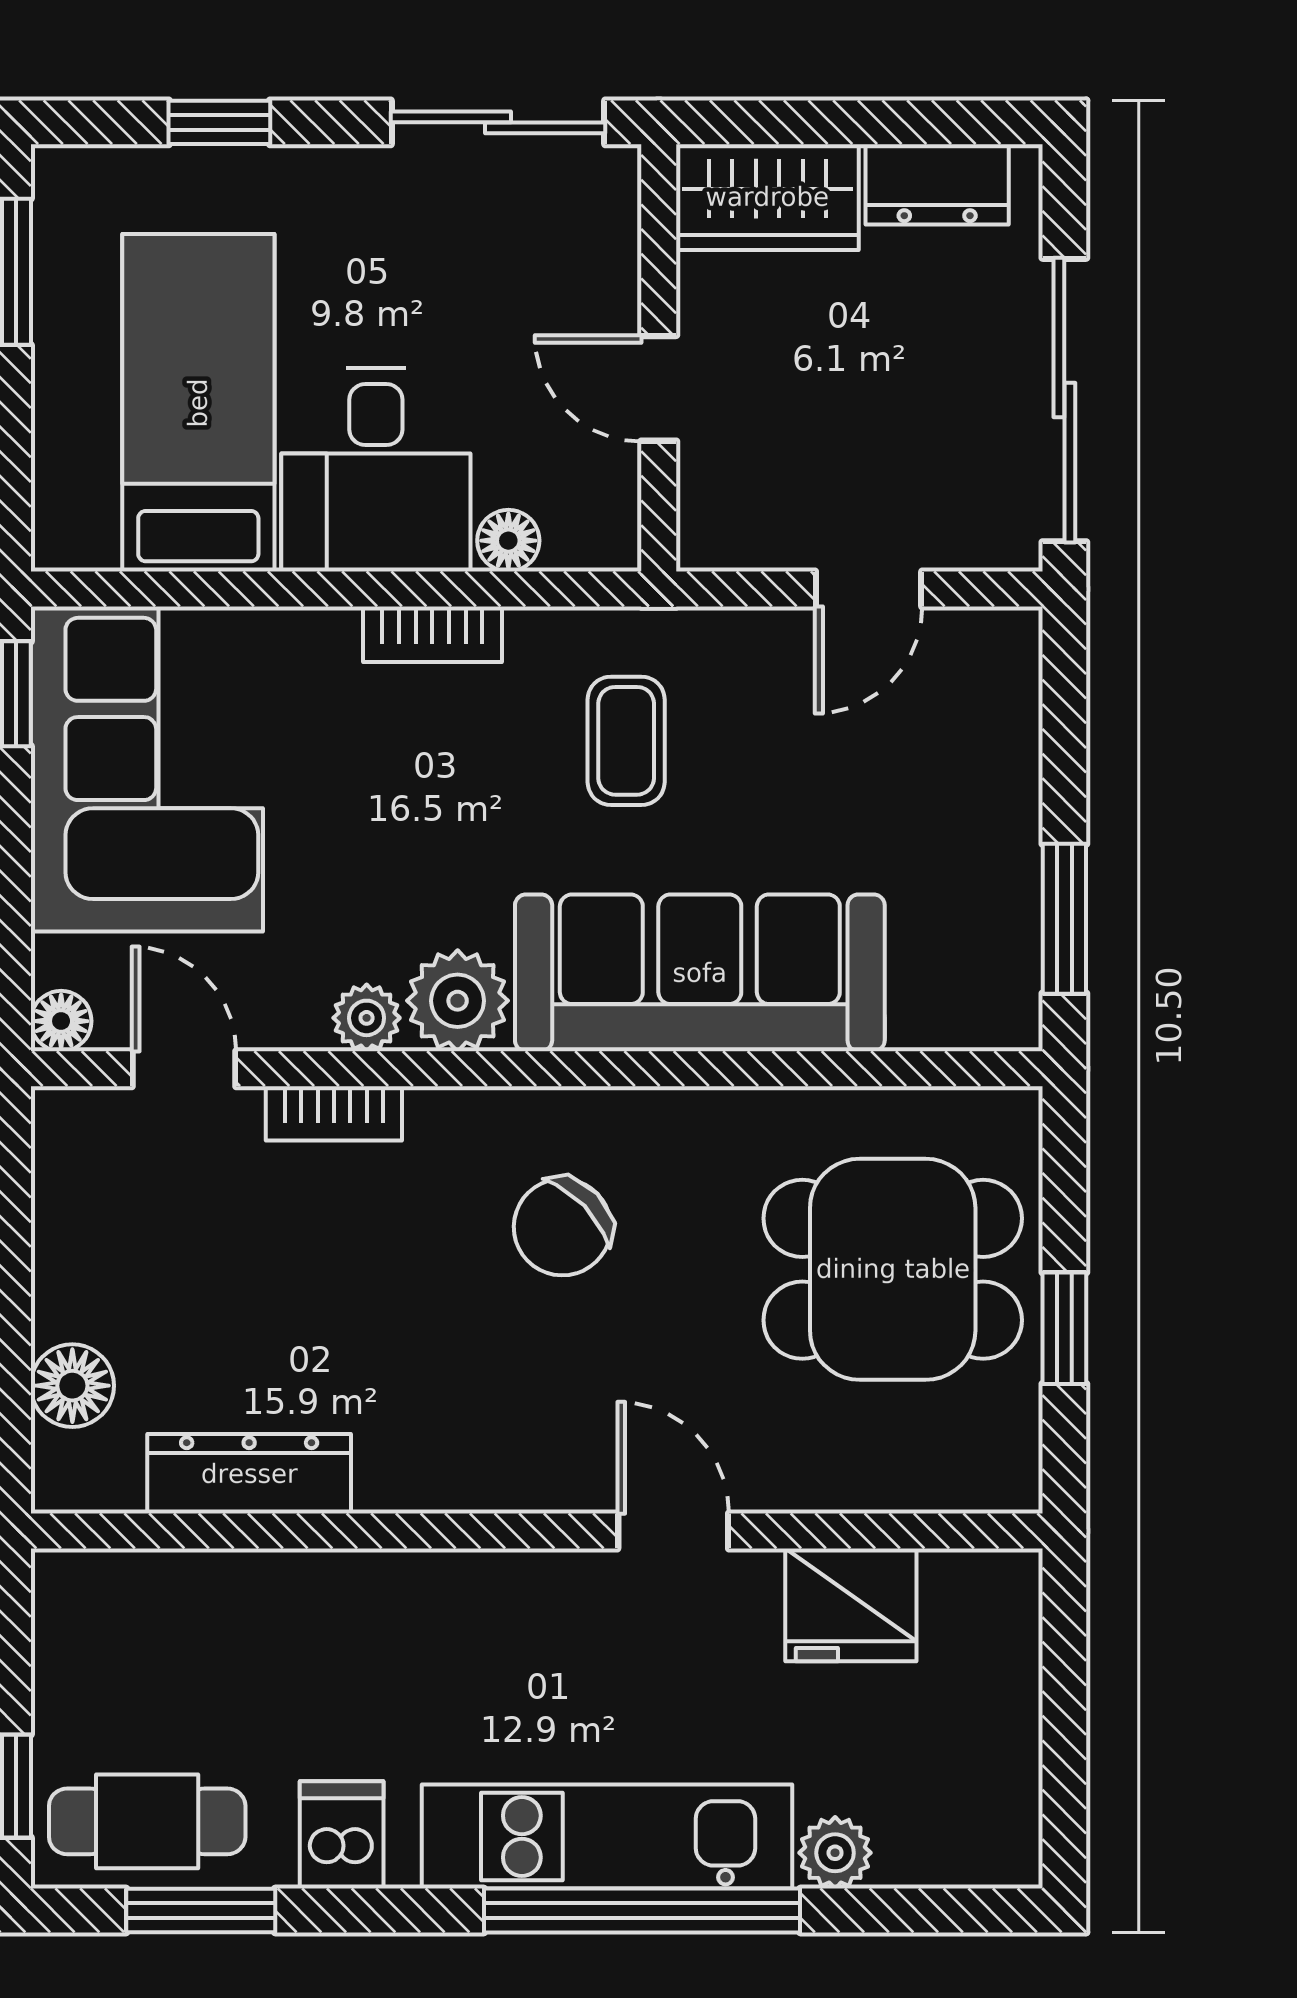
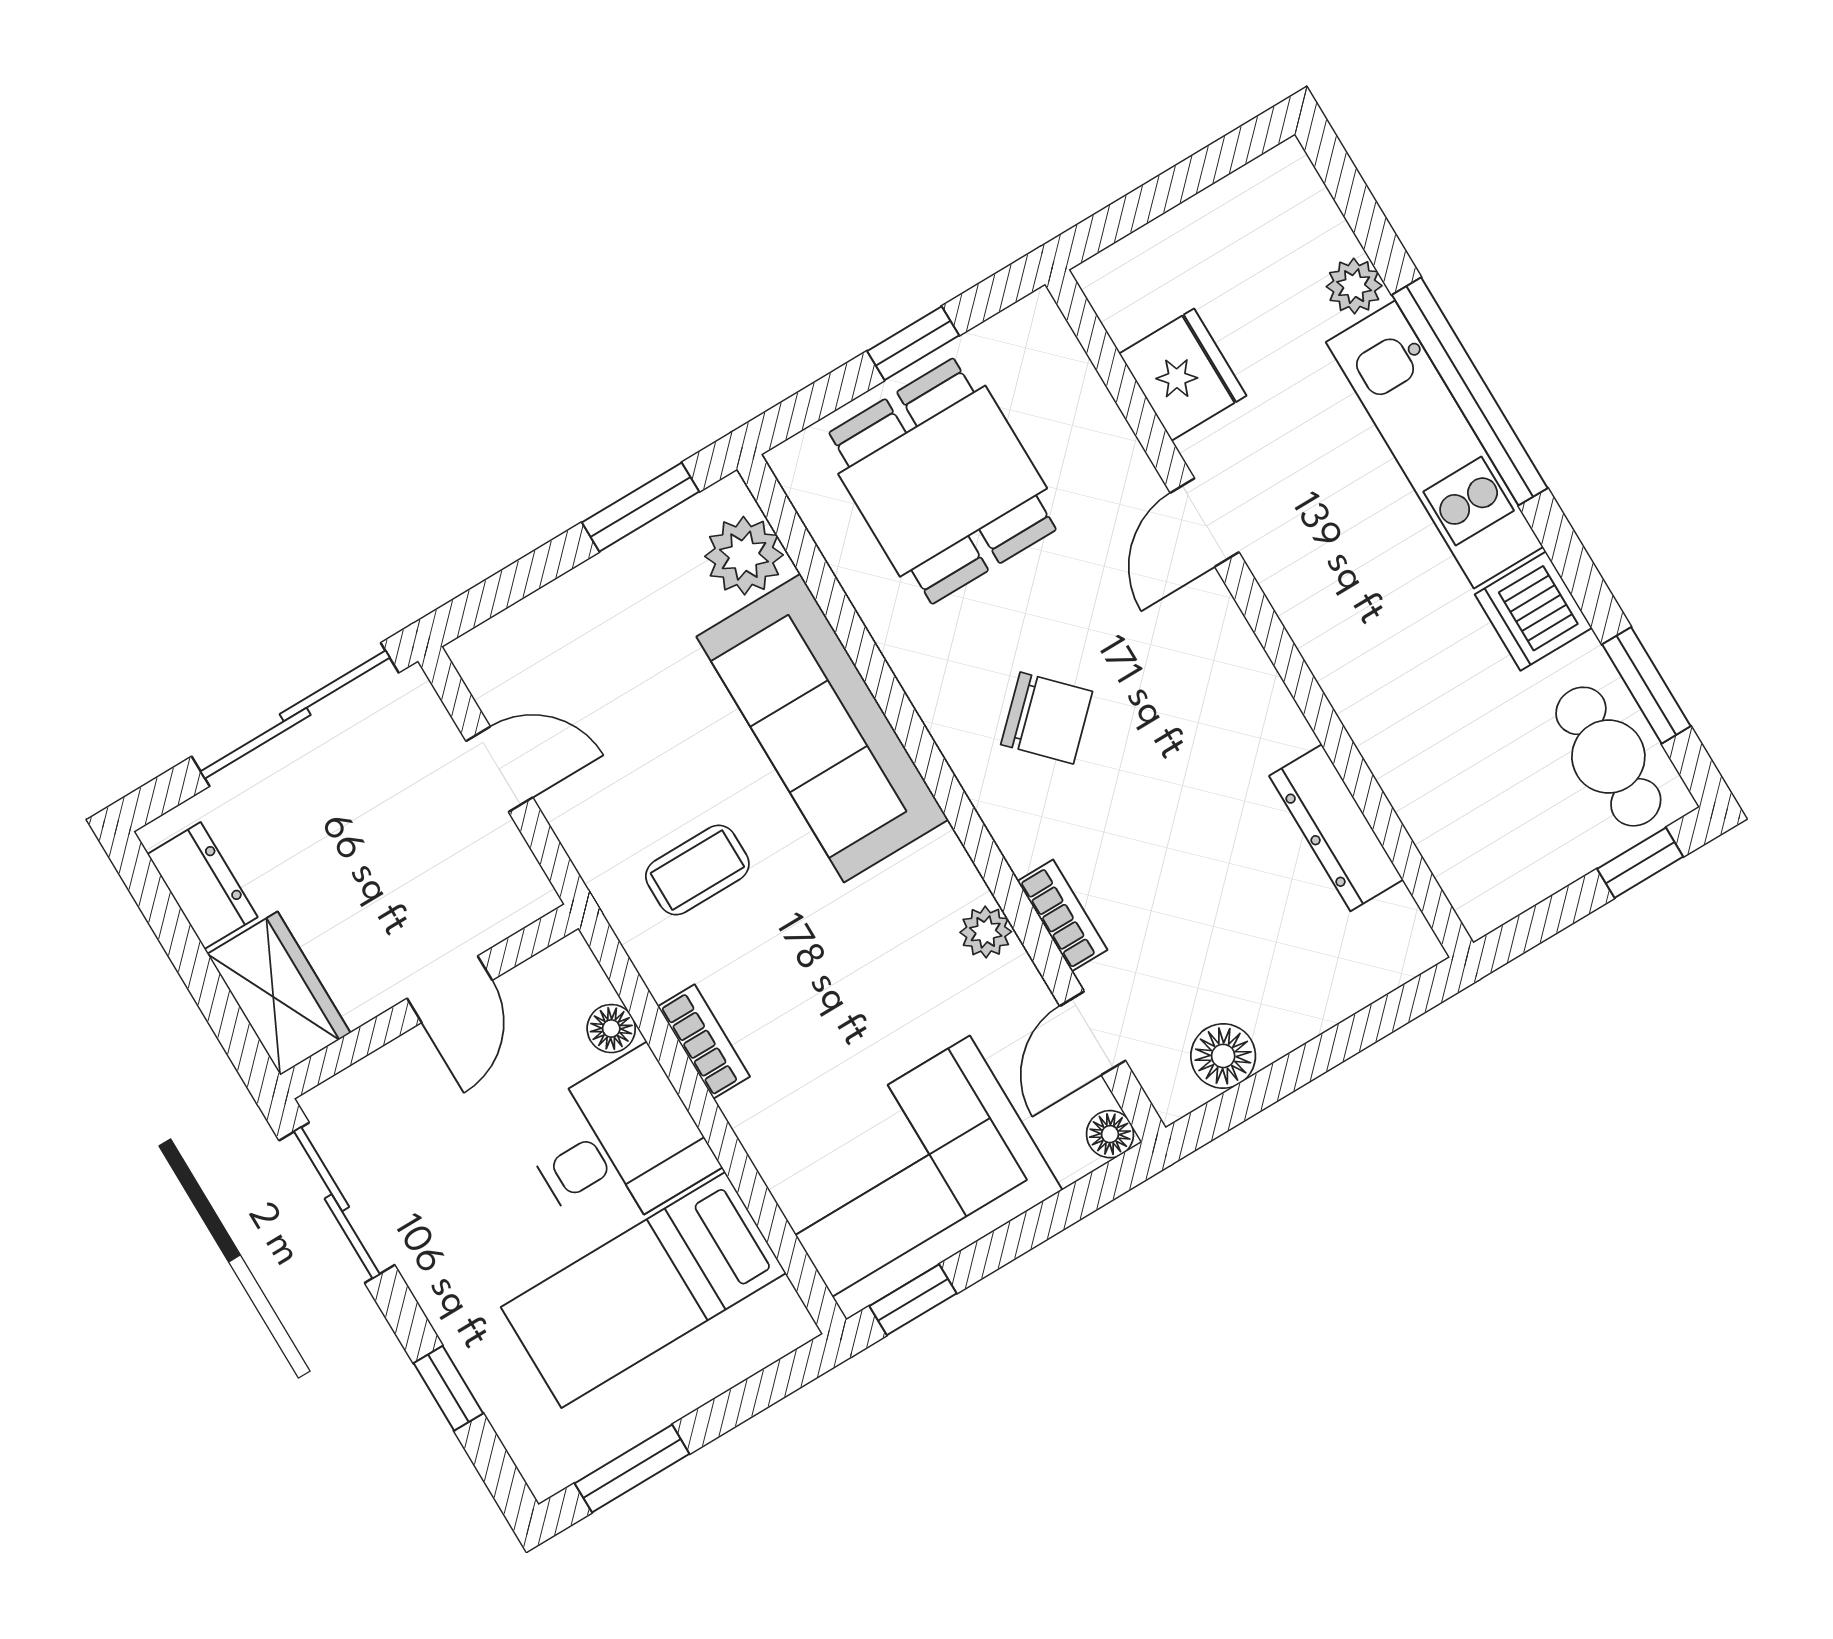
plant: (458, 1001) -> (744, 556), moved
floor lamp: (72, 1386) -> (1223, 1056), moved
dishwasher: (342, 1835) -> (1533, 611), width x1.38

